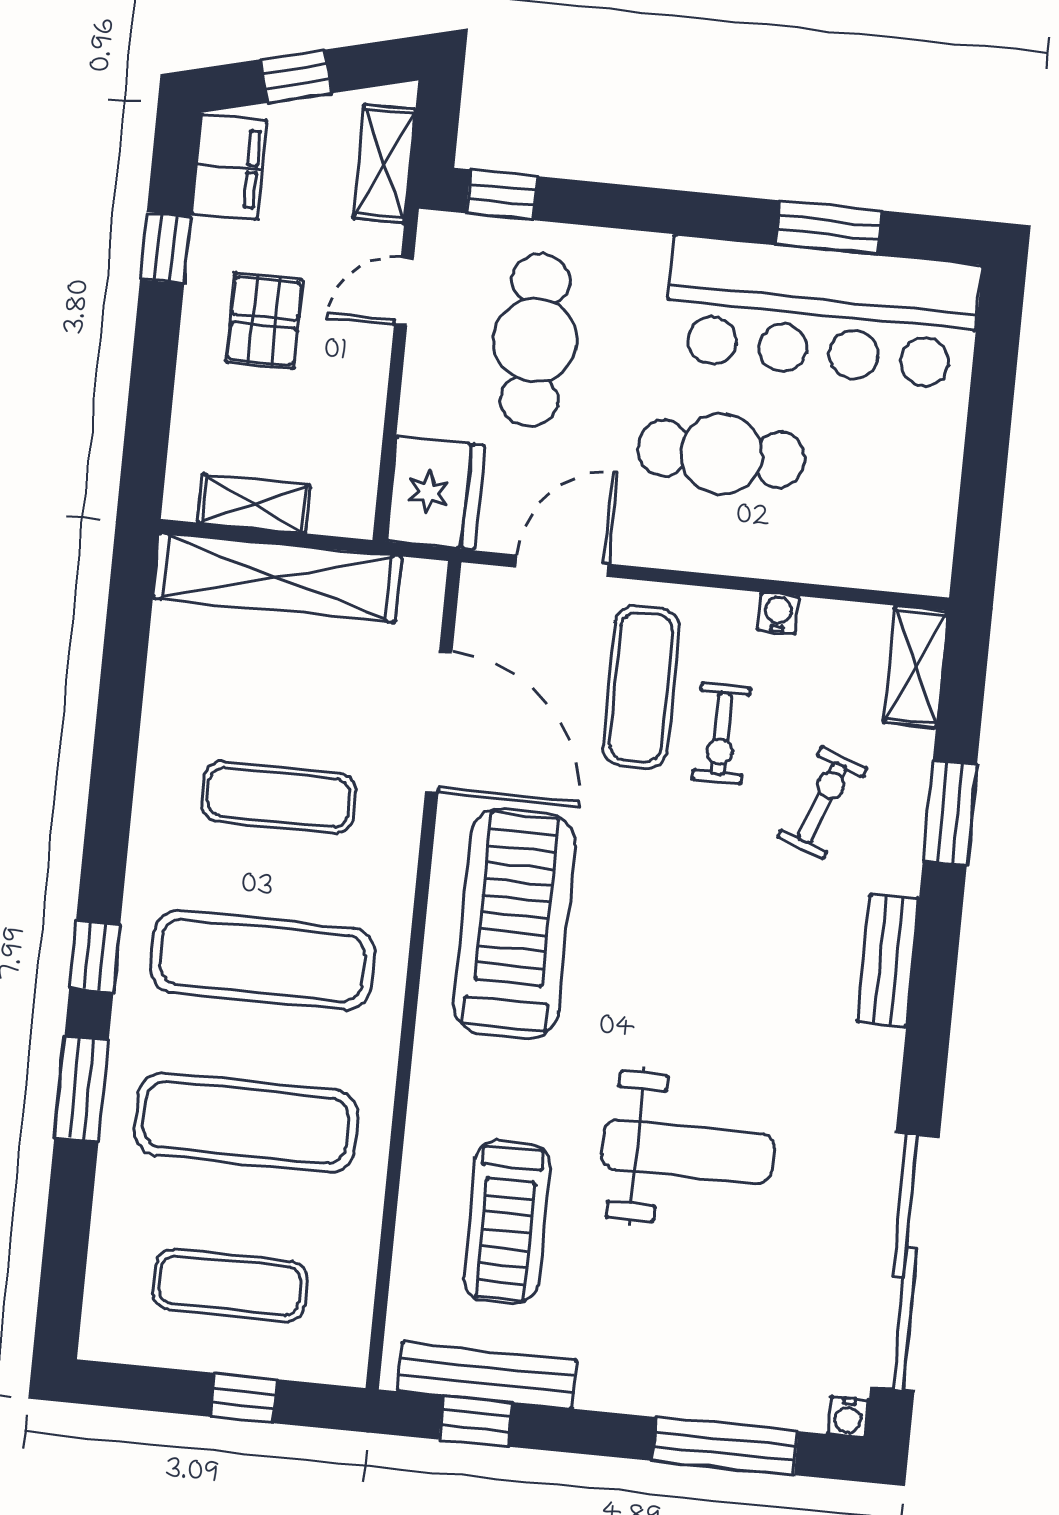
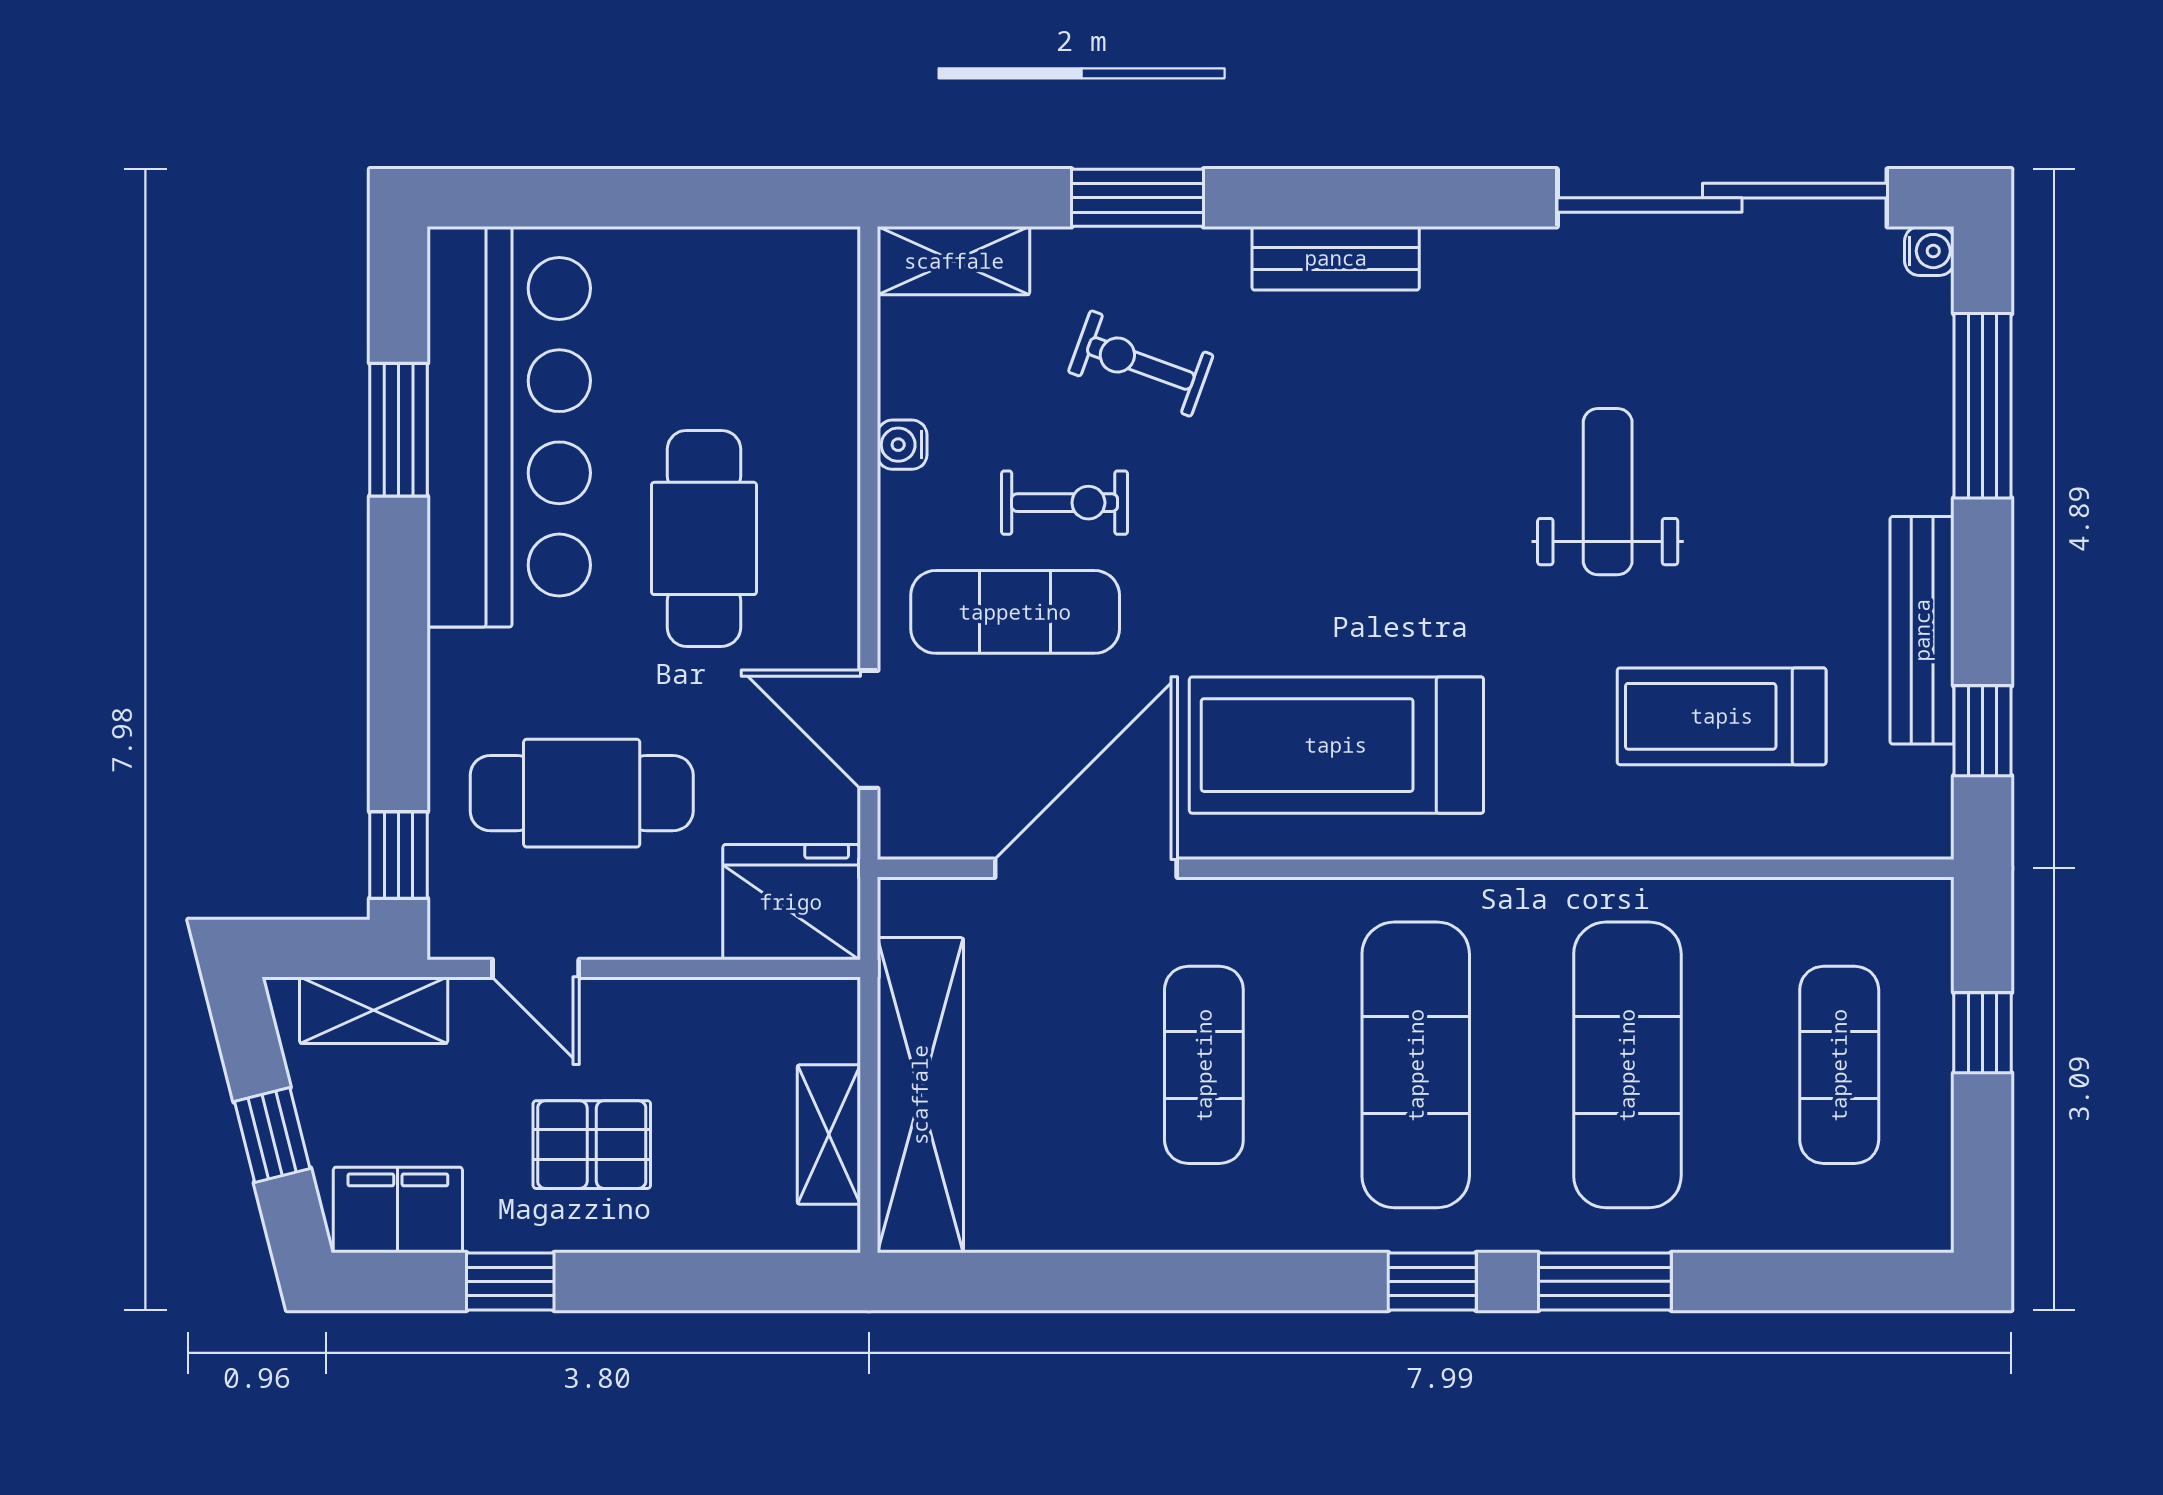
weight bench: (688, 1152) -> (1608, 492), width x0.73, depth x0.75
treadmill: (507, 1222) -> (1722, 716), turned 180
bench: (487, 1375) -> (1922, 630), moved

